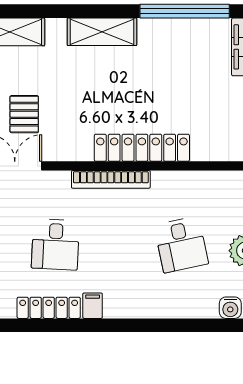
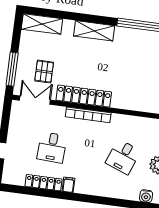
locker: (142, 148) -> (84, 96), moved
desk: (181, 244) -> (123, 157), turned 33

